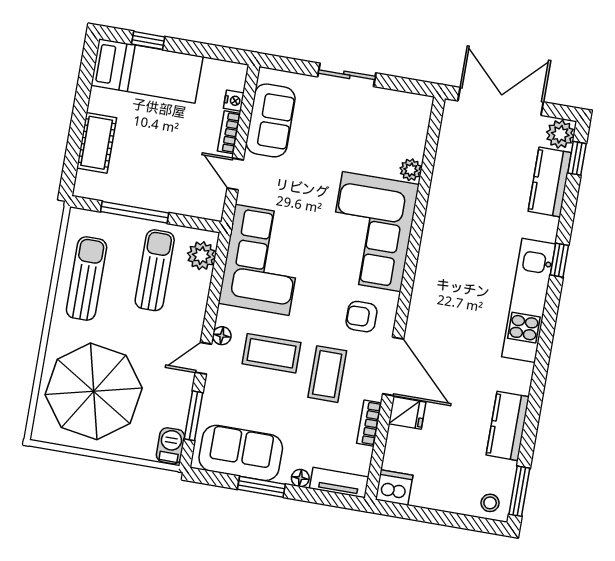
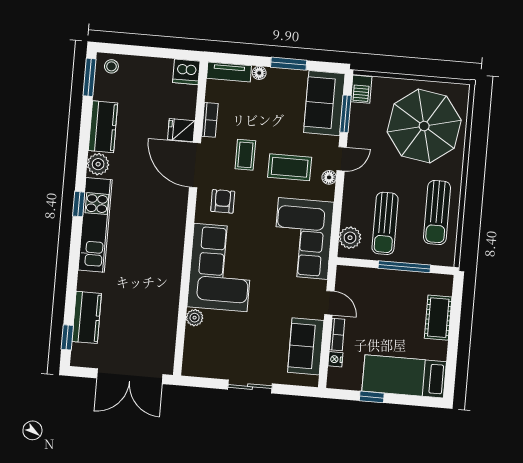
window: (148, 40) -> (372, 397), moved
plant: (560, 134) -> (98, 164), moved
window: (559, 260) -> (79, 204), moved
armchair: (362, 317) -> (223, 201), turned -90
coffee table: (327, 374) -> (245, 155), width x0.73, depth x0.77
sofa: (241, 453) -> (324, 103), moved, turned 90

